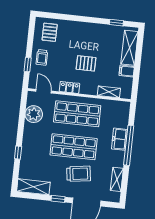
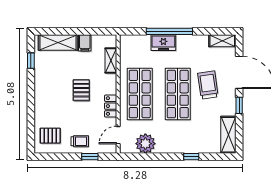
shelving: (117, 179) -> (222, 41), moved

